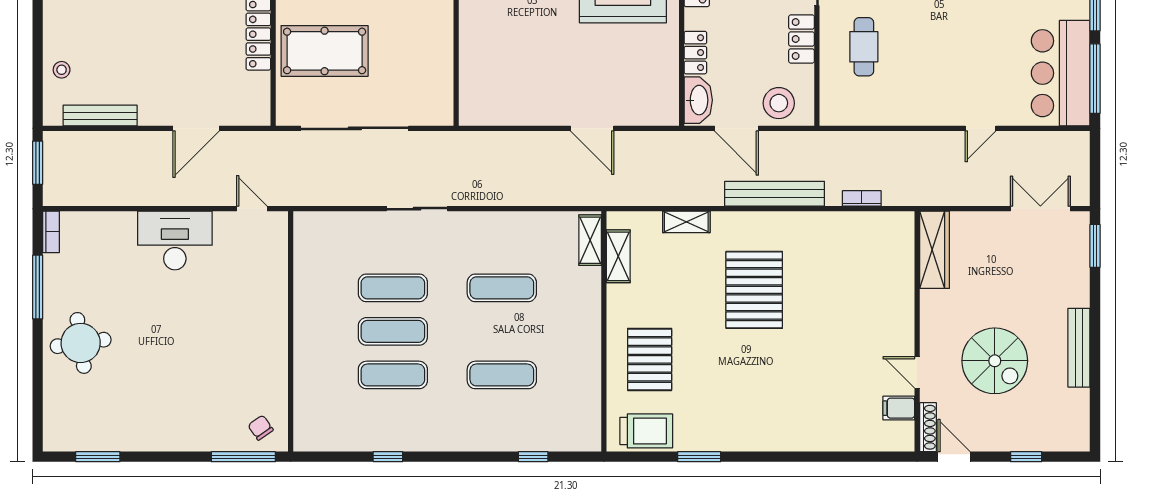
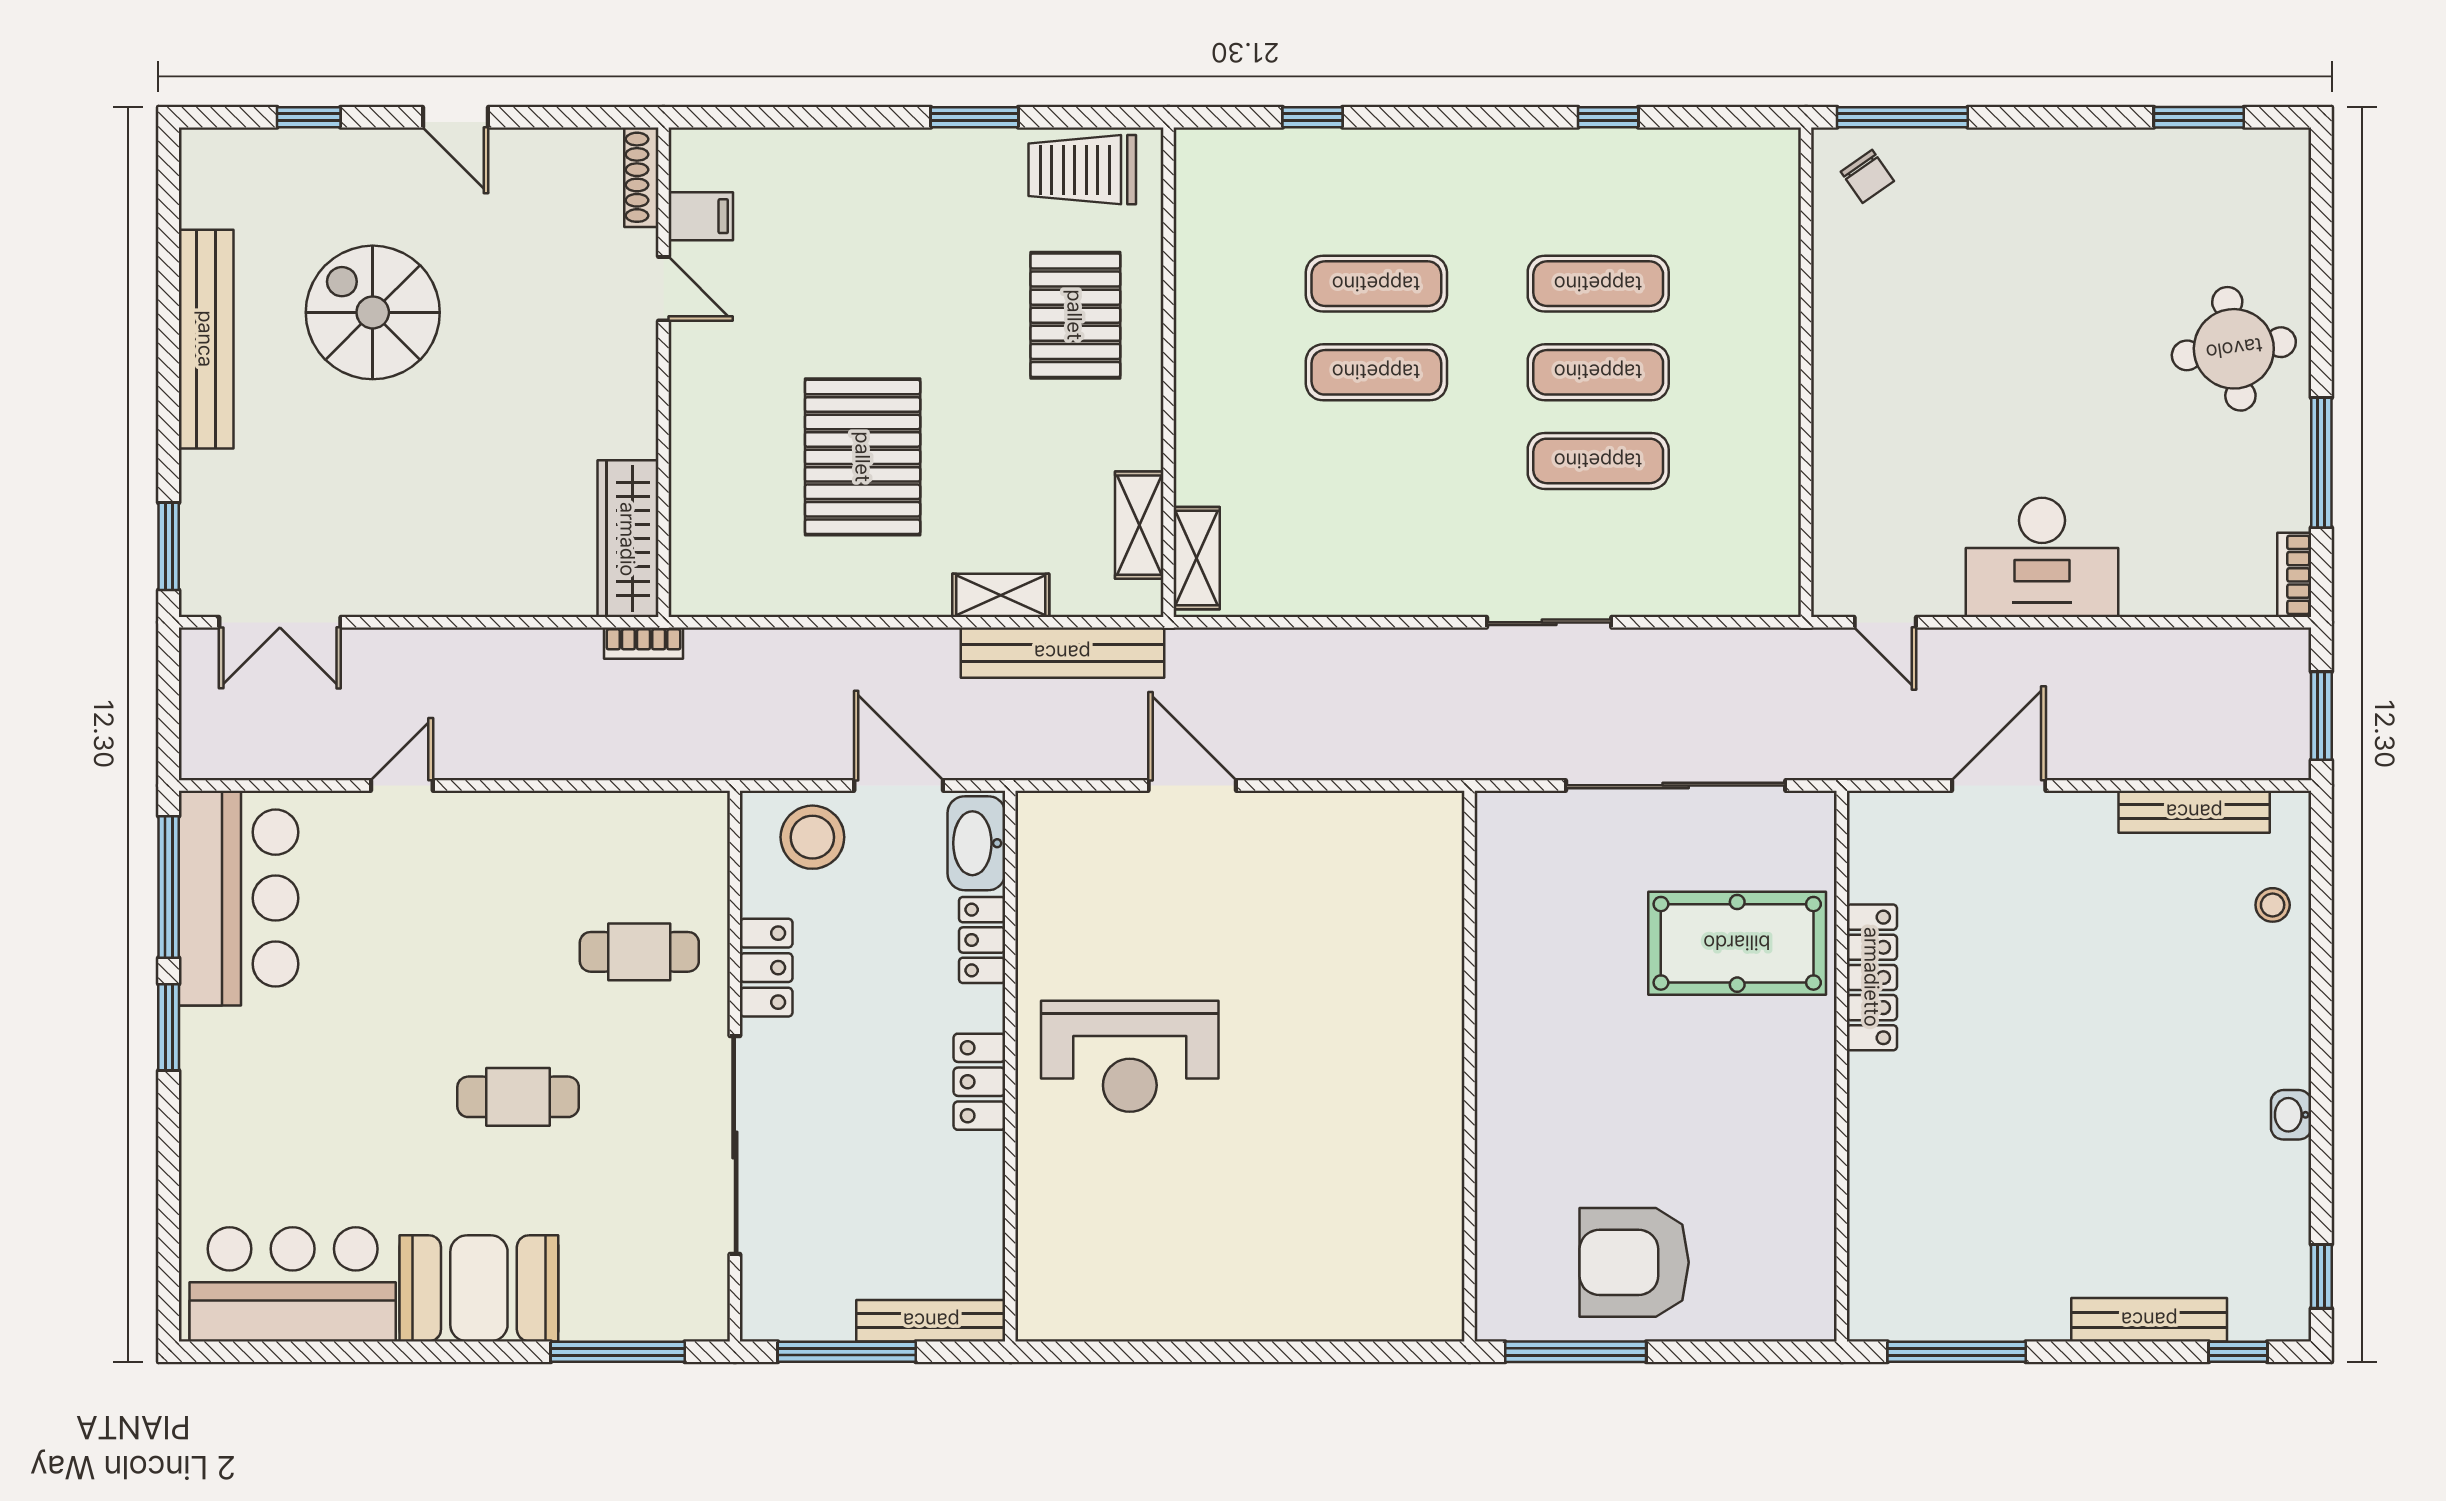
cafe table: (864, 47) -> (639, 952), turned 90
bench: (775, 194) -> (1062, 653), moved
wardrobe: (935, 250) -> (628, 539), moved
exercise mat: (502, 288) -> (1376, 372), moved
wall: (917, 331) -> (663, 372), moved
bench: (1079, 348) -> (206, 339), width x1.37, depth x1.21
door: (917, 372) -> (663, 289), moved
filing cabinet: (899, 408) -> (701, 216), moved
shoe rack: (928, 427) -> (641, 177), moved

